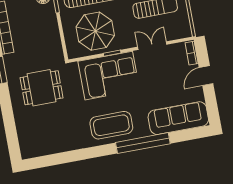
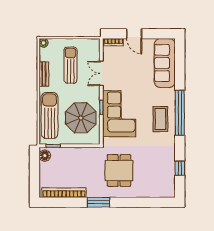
coffee table: (111, 125) -> (160, 119), width x0.73, depth x0.76
window: (143, 143) -> (180, 113), moved
window: (58, 159) -> (180, 168), added

